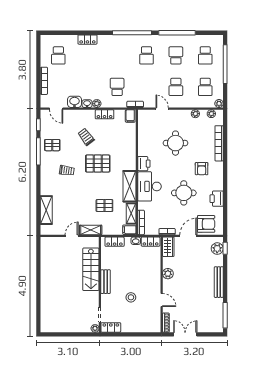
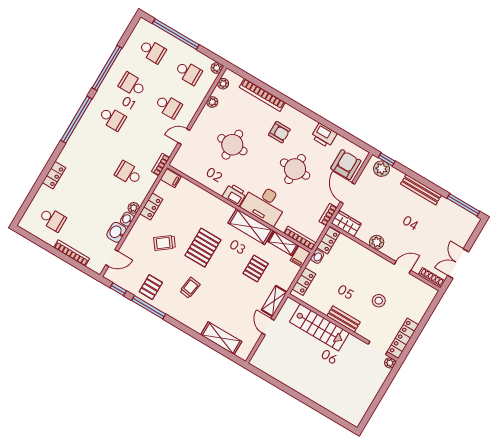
locker: (111, 327) -> (403, 338), width x1.53

